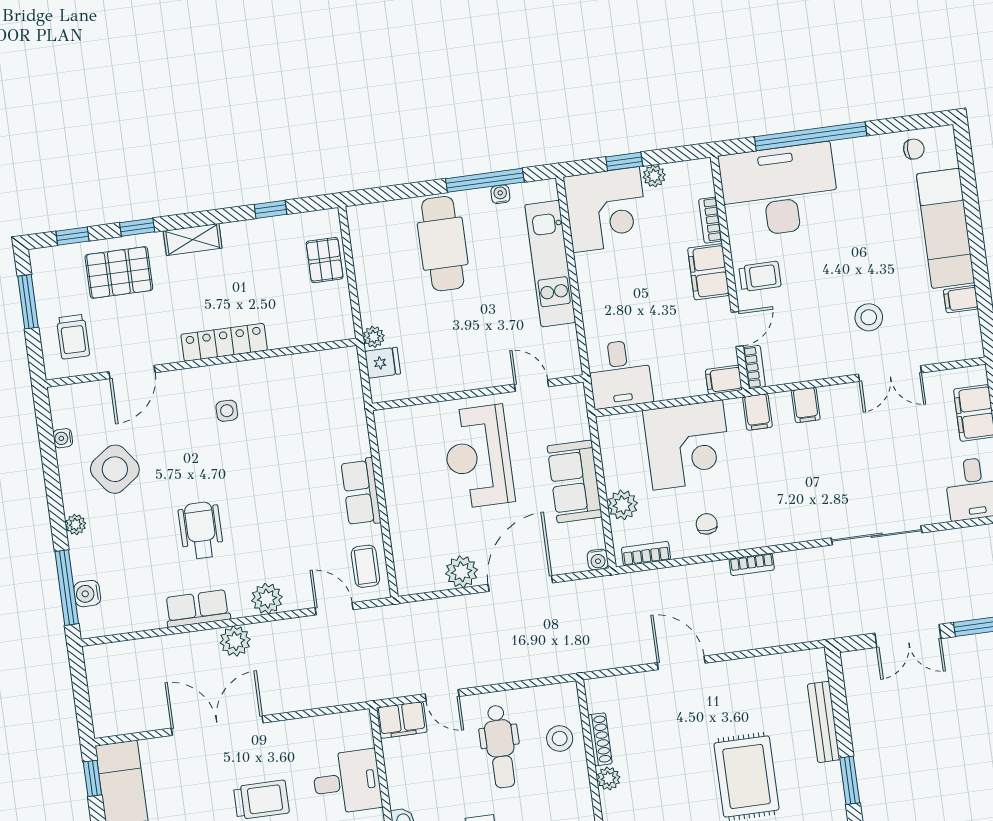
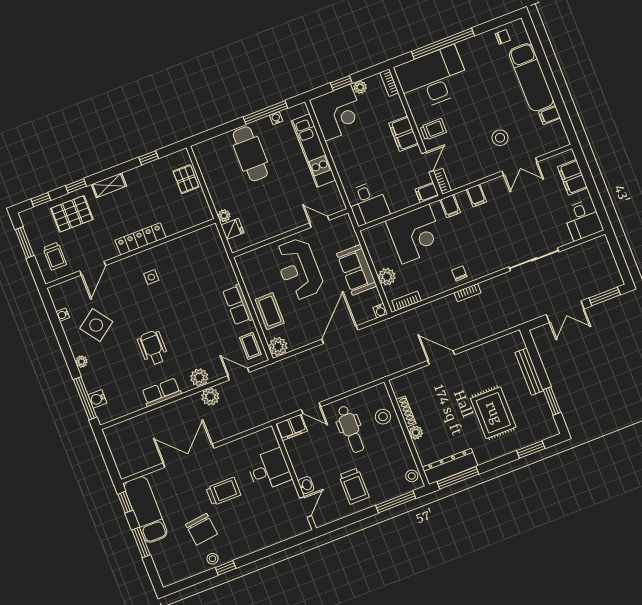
bookcase: (710, 220) -> (389, 83), moved
coffee table: (412, 516) -> (270, 311), added
chair: (707, 524) -> (459, 273), moved
plant: (462, 572) -> (278, 347), moved
plant: (235, 641) -> (210, 397), moved

